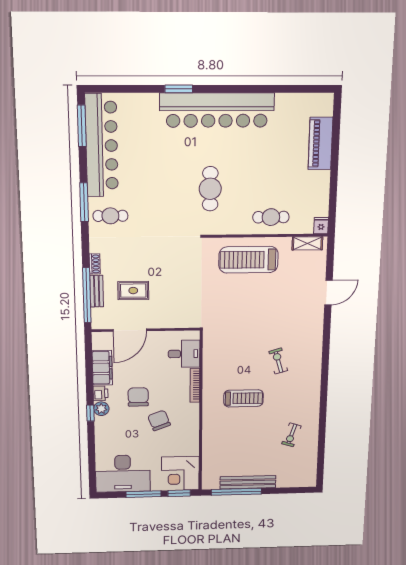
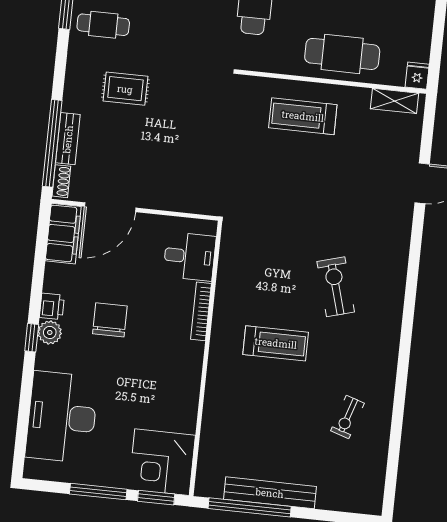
cafe table: (271, 217) -> (342, 54), width x1.37, depth x1.35
treadmill: (248, 260) -> (303, 116), width x0.73, depth x0.73
shoe rack: (95, 264) -> (61, 181), moved
rug: (133, 291) -> (125, 89), moved
exercise bike: (278, 361) -> (336, 287), width x1.38, depth x1.39
filing cabinet: (102, 368) -> (63, 234), moved
chair: (159, 420) -> (138, 364), removed
desk: (123, 474) -> (62, 417), moved, turned 90

